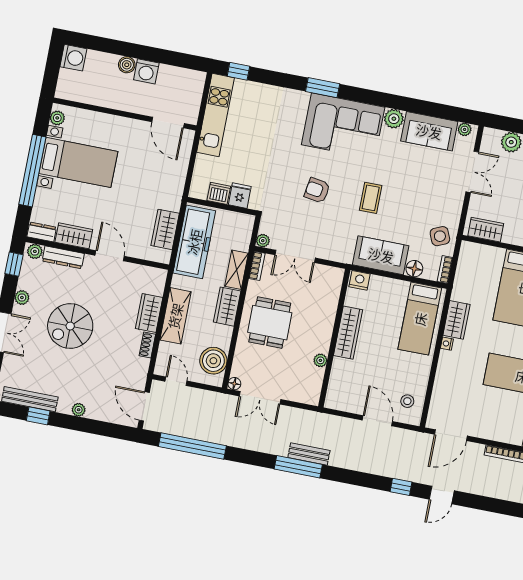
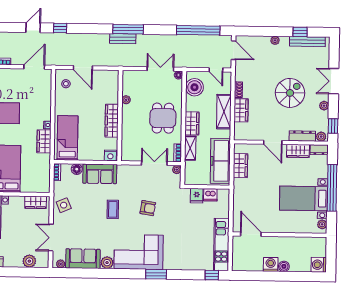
side table: (440, 236) -> (64, 205), moved

